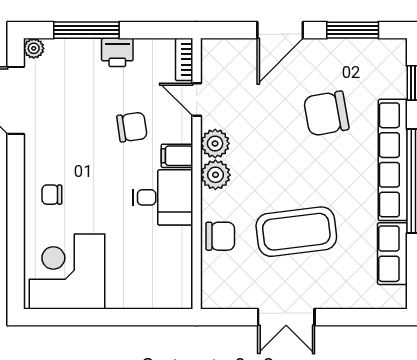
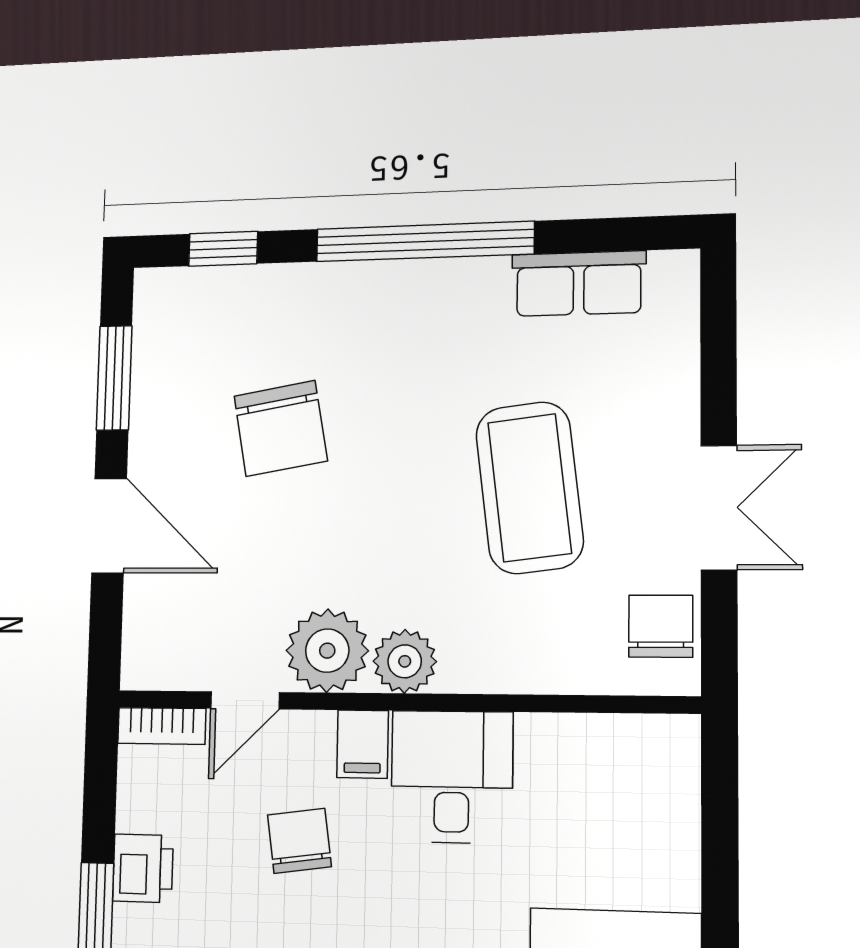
plant: (215, 143) -> (327, 651), width x1.36, depth x1.36
row of seats: (393, 160) -> (380, 289), removed
chair: (220, 236) -> (661, 626), moved

